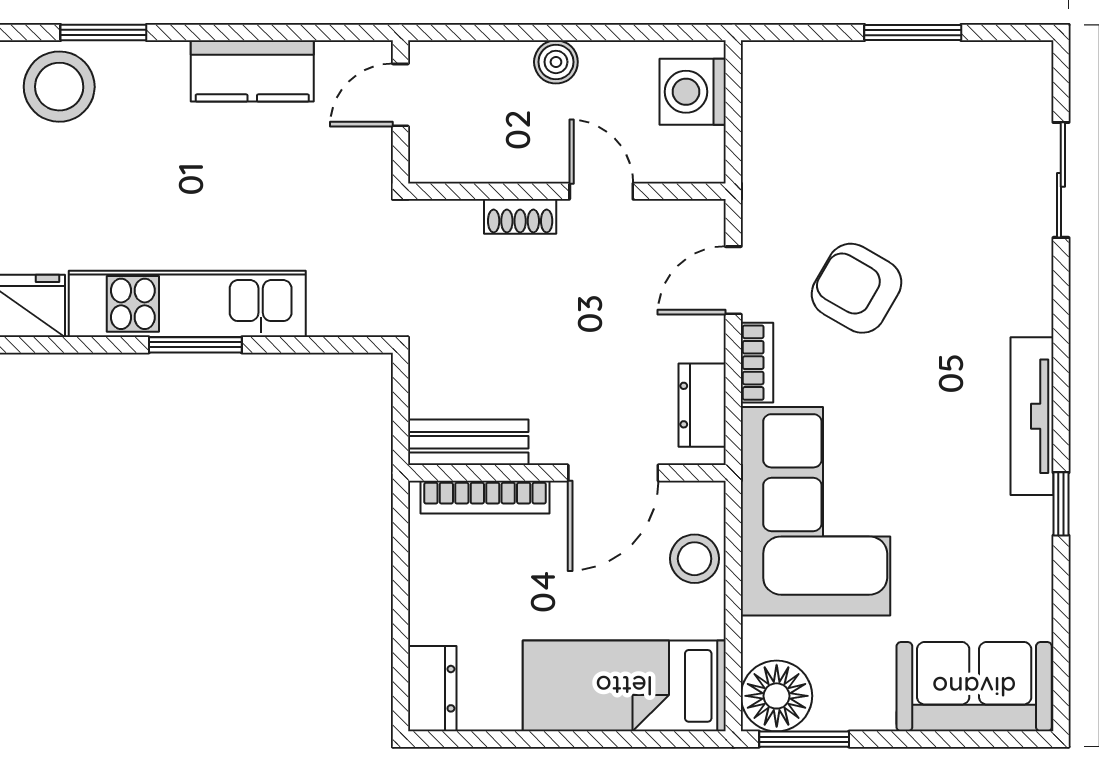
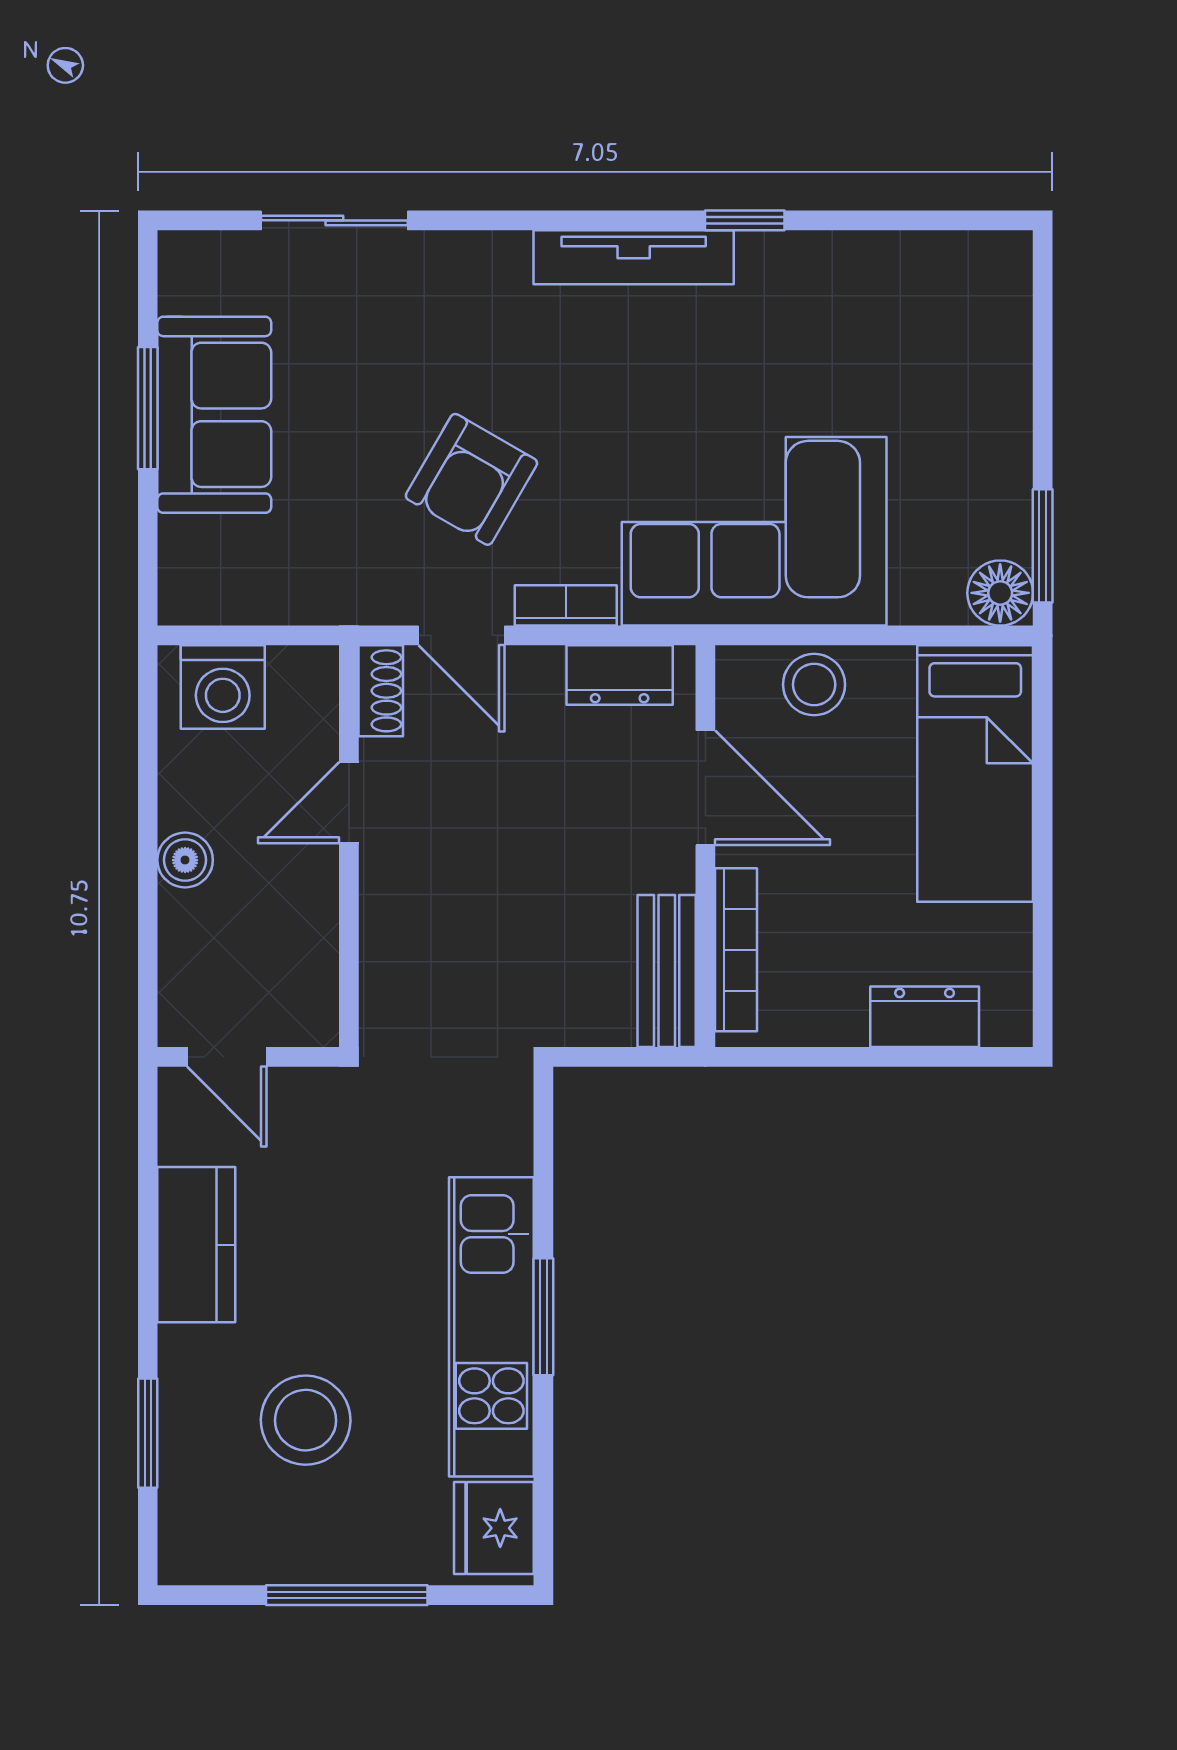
stool: (59, 87) -> (306, 1420), moved
shoe rack: (520, 216) -> (381, 691), moved
sofa: (974, 687) -> (214, 415), moved, turned 180
dresser: (432, 689) -> (925, 1017), moved
floor lamp: (777, 696) -> (1000, 593), width x0.73, depth x0.73

